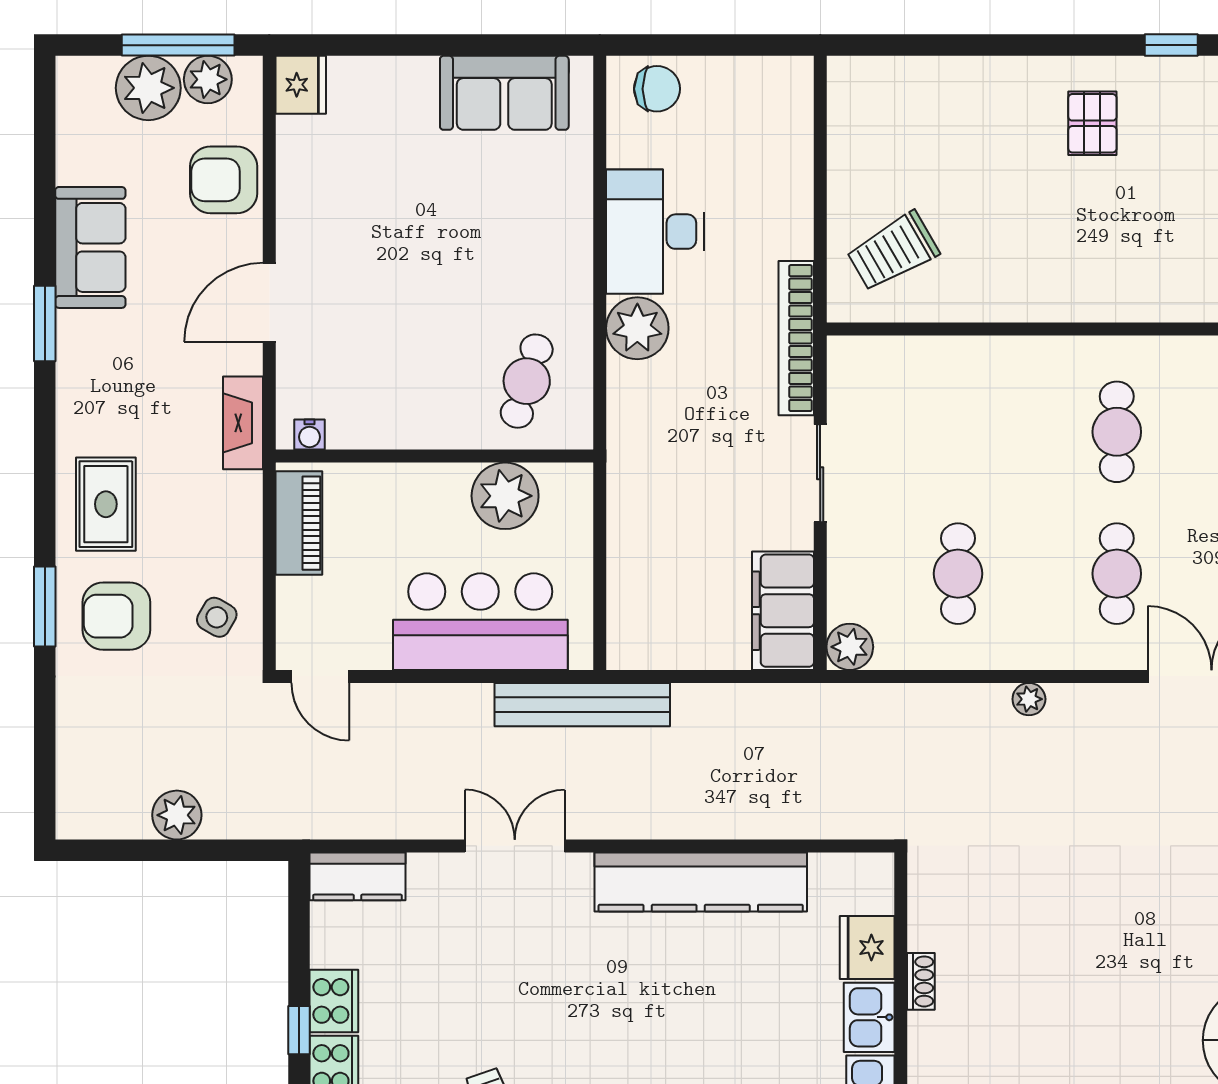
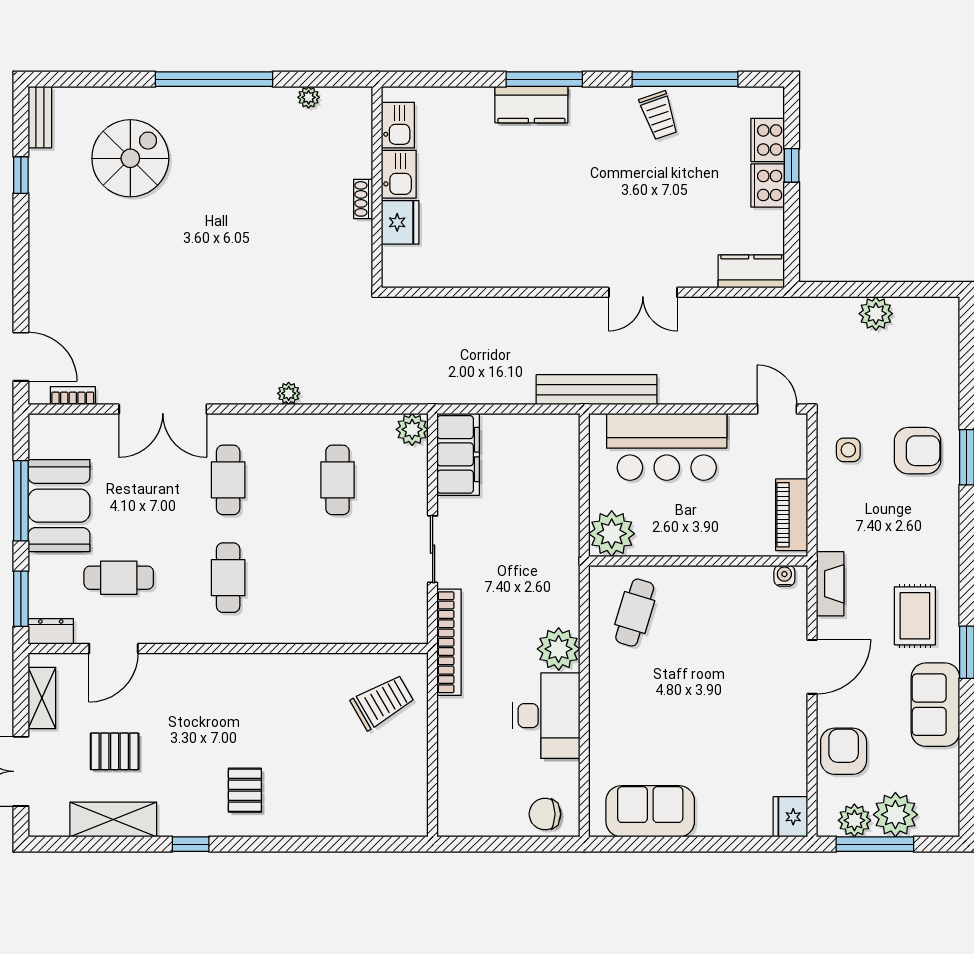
armchair: (224, 180) -> (844, 751), turned -90
plant: (505, 496) -> (612, 534), moved
rug: (106, 504) -> (915, 616), moved
side table: (217, 617) -> (848, 450), turned -30
kitchen counter: (701, 882) -> (515, 267), removed

